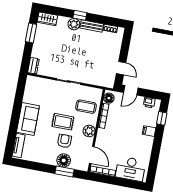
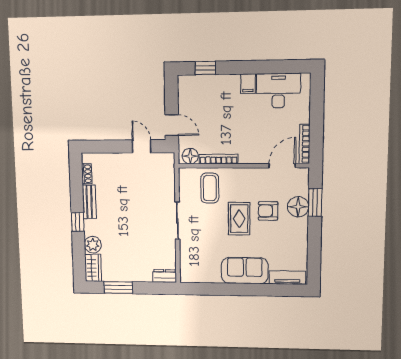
plant: (74, 24) -> (93, 245), moved
door: (121, 68) -> (142, 146), hinge flipped
printer: (149, 103) -> (185, 93), removed
plant: (89, 131) -> (246, 177), removed
filing cabinet: (149, 131) -> (248, 84), moved
desk: (131, 169) -> (278, 91), moved, turned -90

